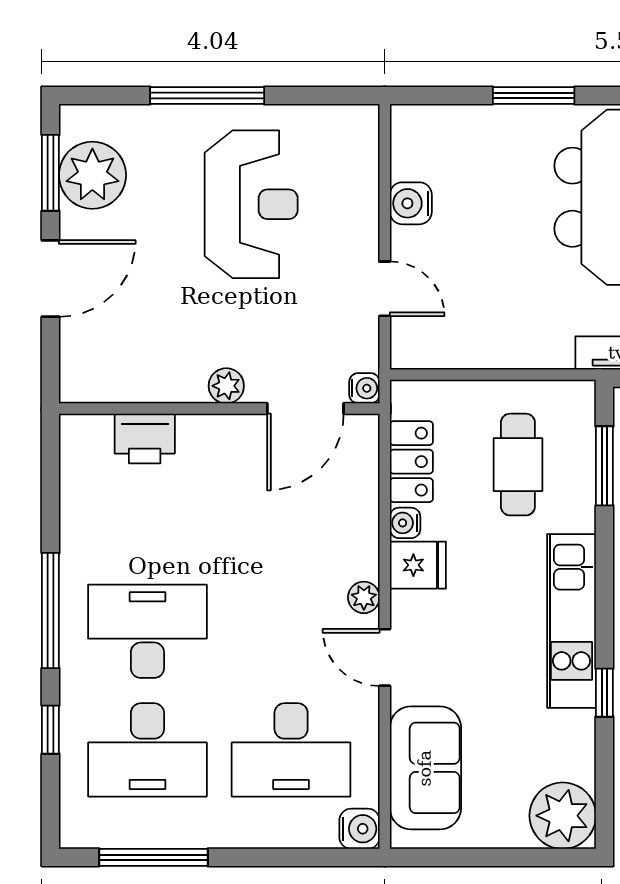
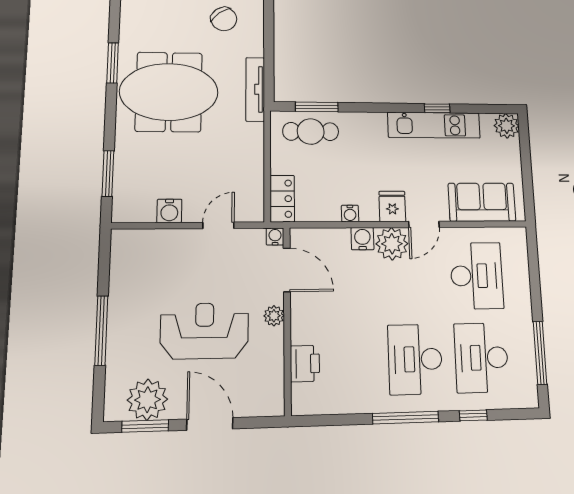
window: (534, 96) -> (108, 174), moved
reception desk: (251, 204) -> (204, 331), moved
locker: (411, 462) -> (282, 199), moved, turned 90
cafe table: (518, 465) -> (311, 131), moved
fridge: (418, 565) -> (392, 206), moved
plant: (364, 597) -> (392, 244), width x1.87, depth x1.87
kitchen unit: (571, 621) -> (434, 125), moved
desk: (147, 750) -> (481, 358), turned 180
plant: (563, 816) -> (507, 126), width x0.73, depth x0.73
water cooler: (359, 829) -> (362, 239), moved

